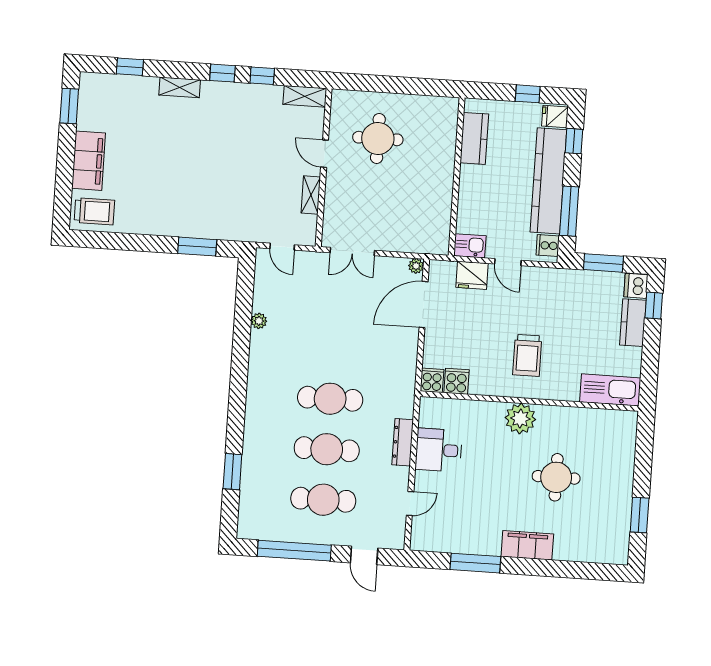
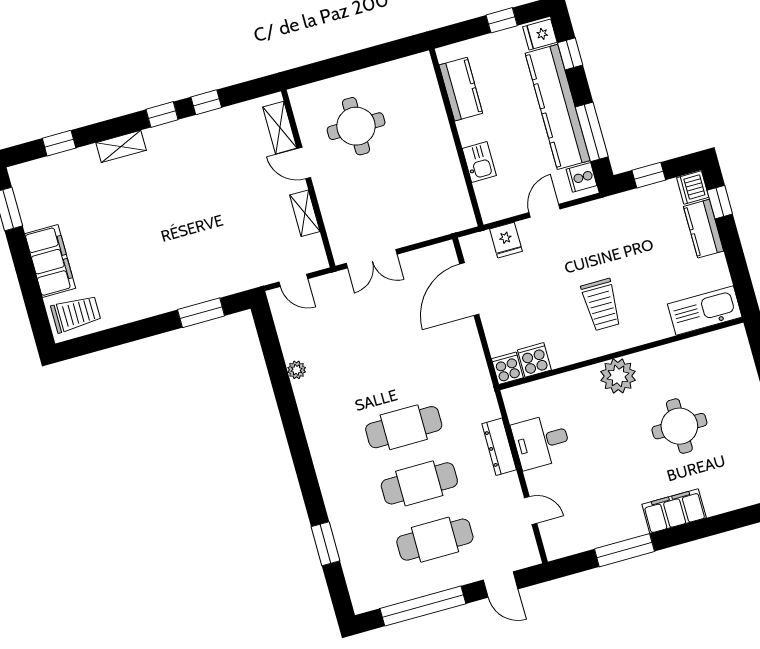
shelving: (305, 96) -> (280, 128), moved, turned 90
kitchen sink: (470, 246) -> (479, 162), moved, turned 90
door: (508, 262) -> (545, 211), swing flipped
window: (603, 263) -> (649, 175), width x0.67
plant: (416, 266) -> (446, 250), removed
fridge: (472, 275) -> (506, 240), width x0.72
door: (410, 503) -> (531, 510), hinge flipped

